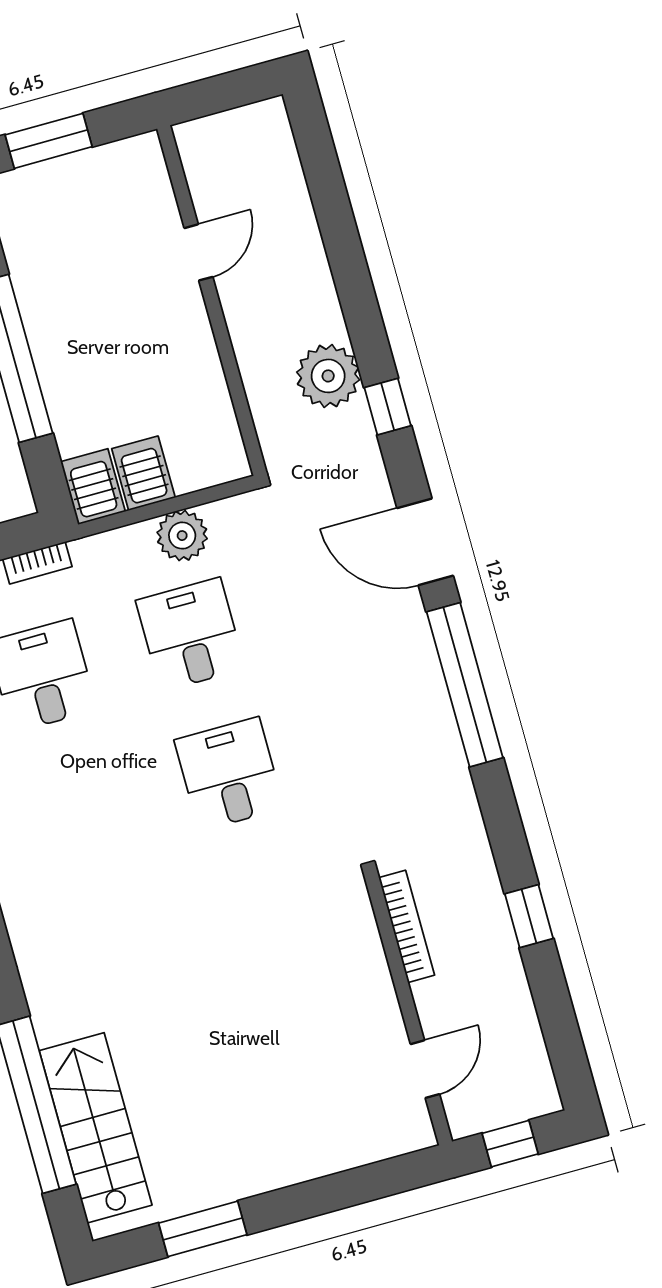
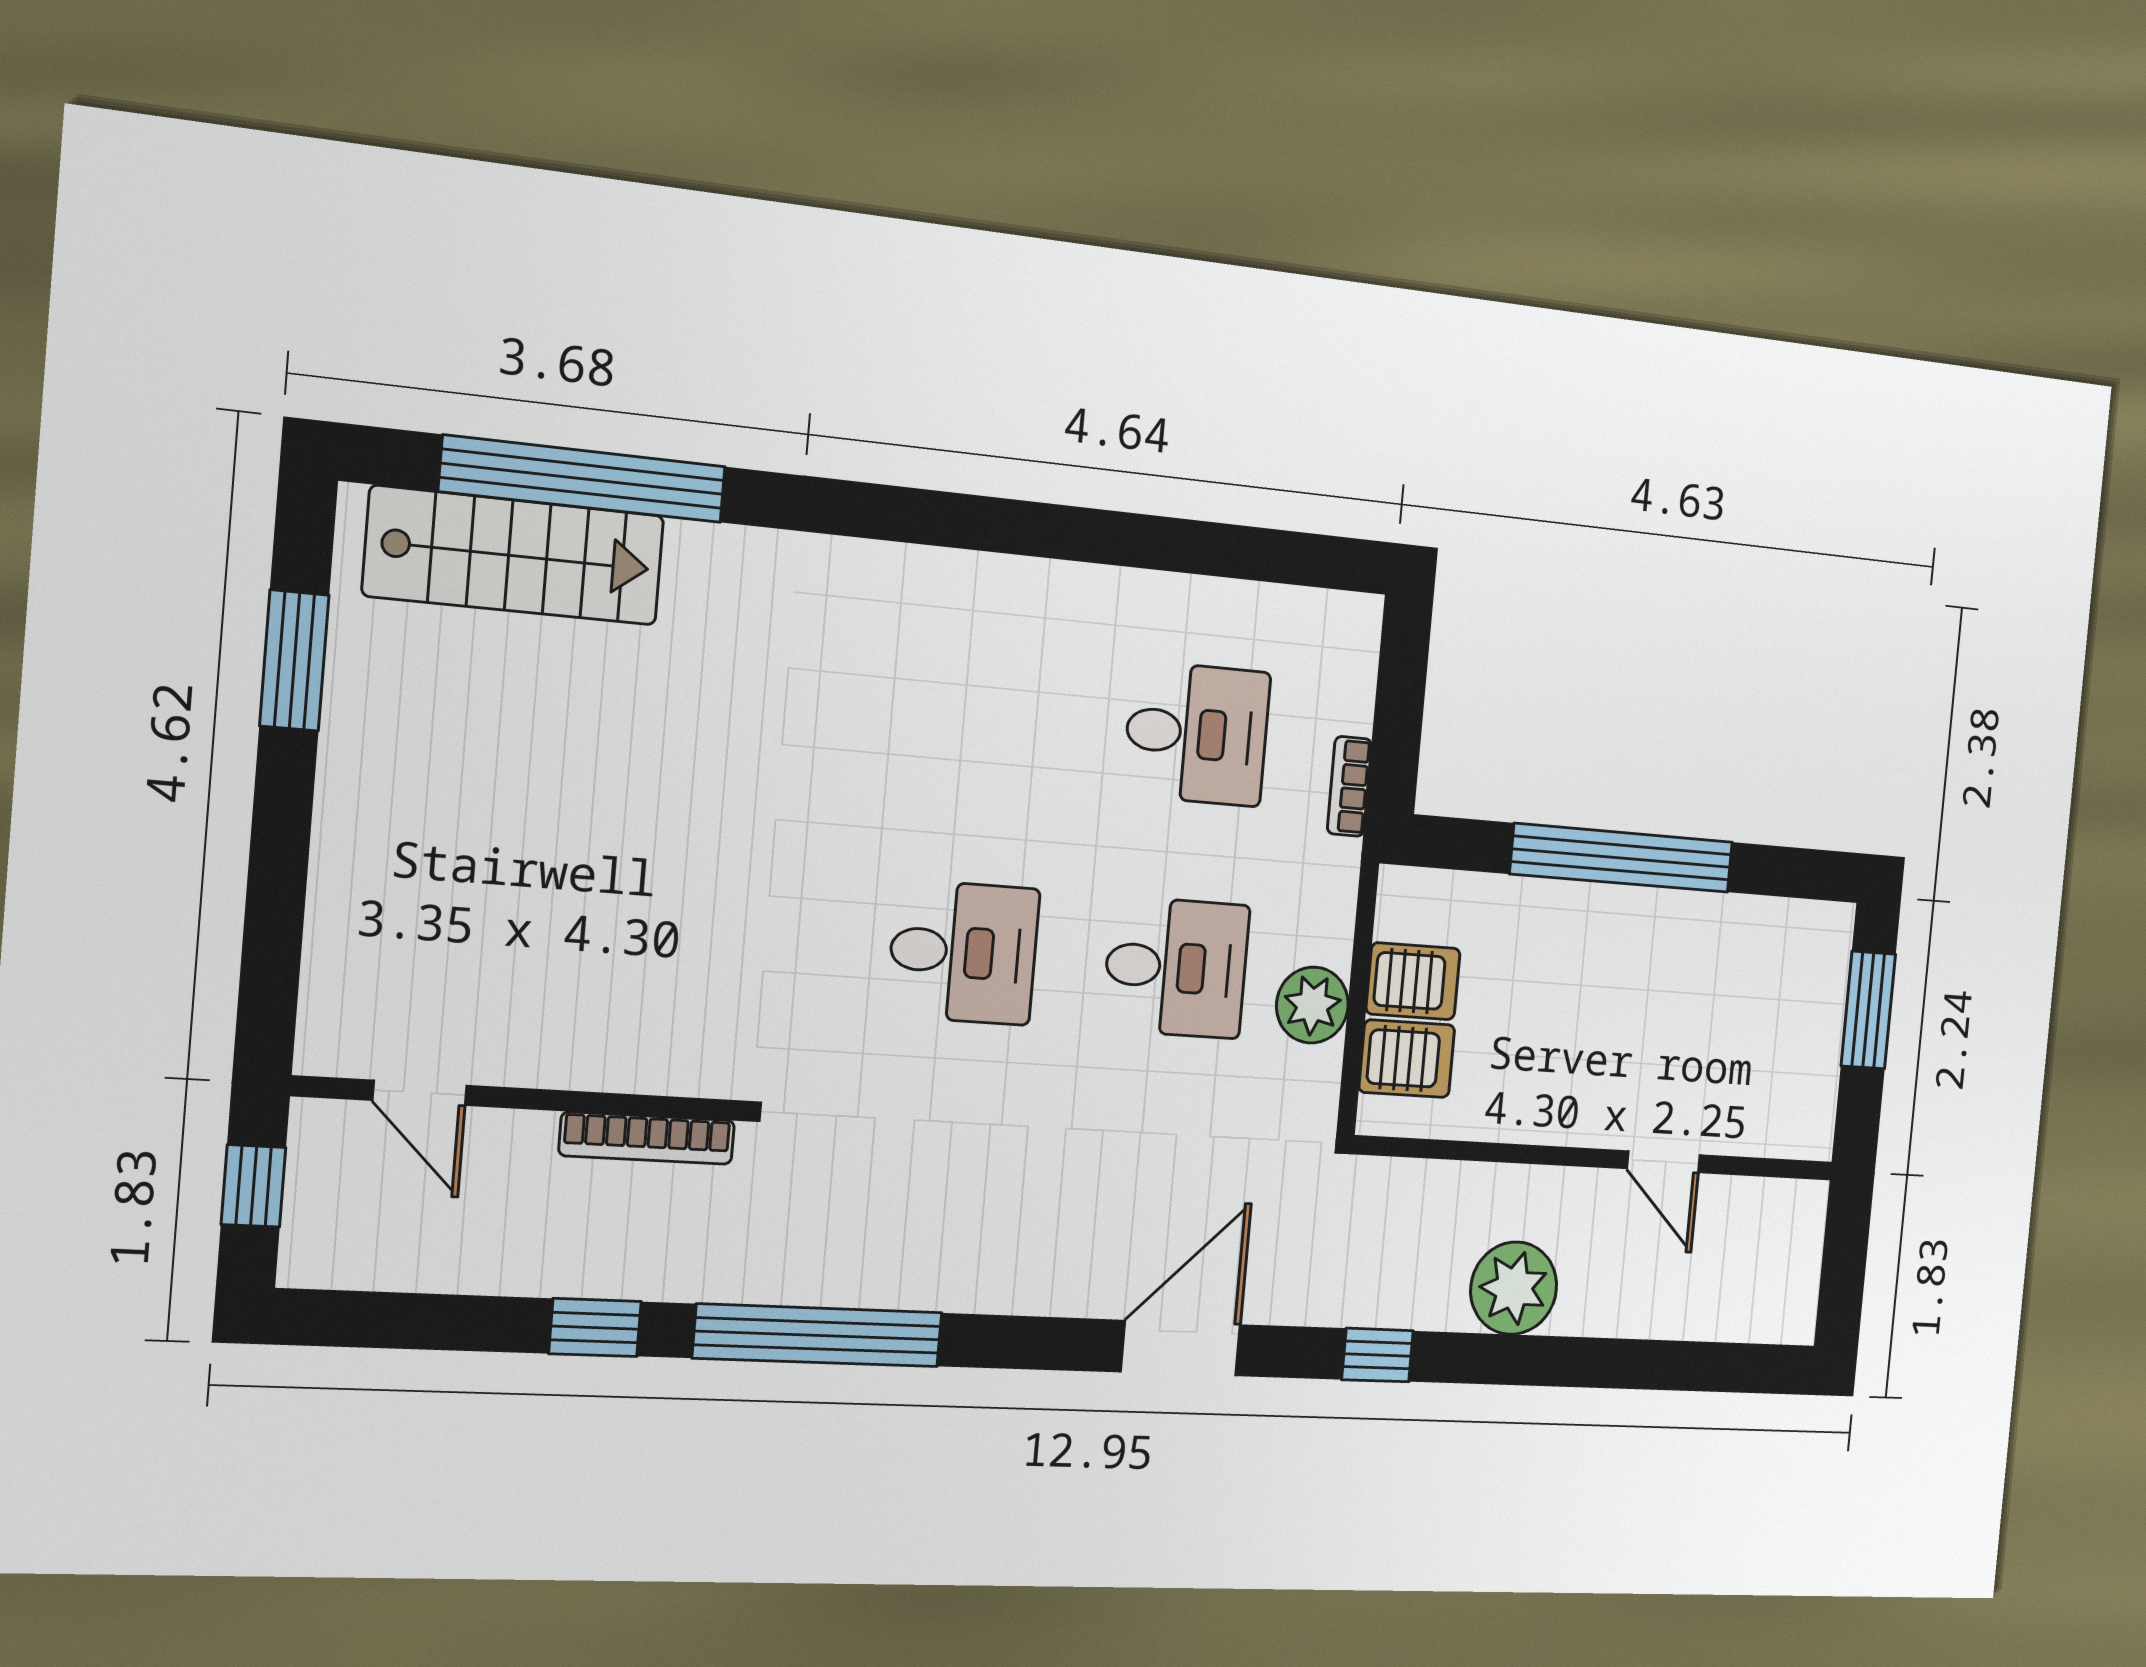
plant: (328, 376) -> (1514, 1288), moved
server rack: (93, 487) -> (1407, 1059), moved
window: (465, 685) -> (818, 1335), moved

